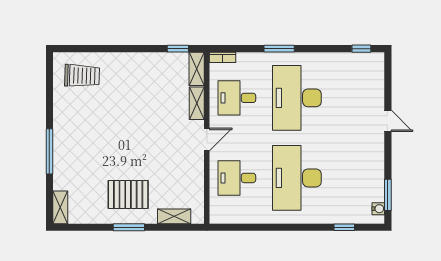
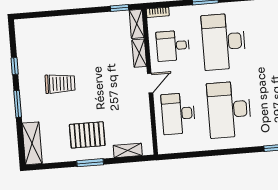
trolley: (82, 76) -> (60, 84), moved
window: (49, 107) -> (15, 66), added
window: (49, 151) -> (18, 104), width x0.69
desk: (237, 178) -> (178, 114), width x1.37
shelving: (60, 207) -> (32, 143), width x1.50, depth x1.33

